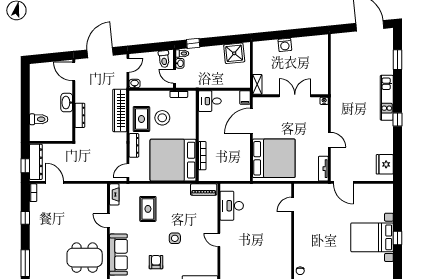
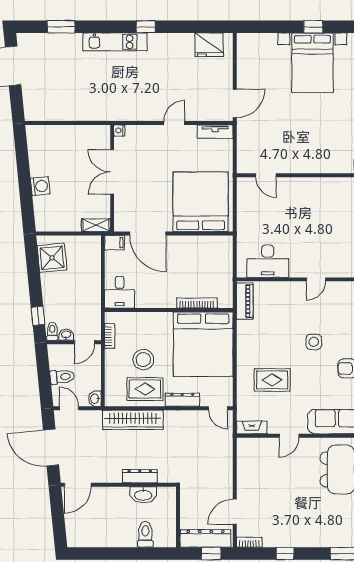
toilet: (164, 59) -> (62, 377), moved
washbasin: (67, 103) -> (143, 495), moved

